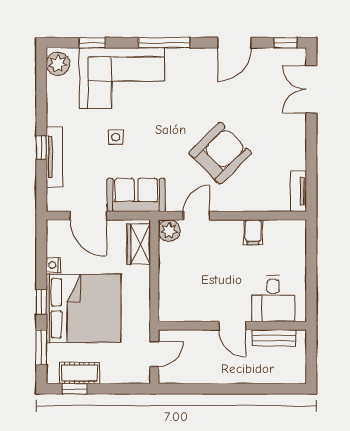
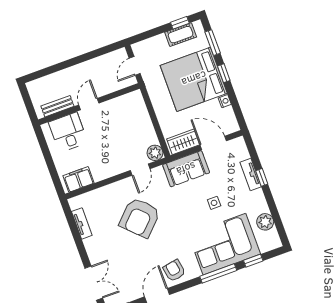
window: (164, 43) -> (218, 273), moved
plant: (58, 64) -> (265, 222), moved
armchair: (200, 68) -> (174, 271), added
tv unit: (54, 157) -> (251, 174), width x0.71
tv unit: (298, 191) -> (82, 223), moved
filing cabinet: (253, 232) -> (78, 179), moved, width x2.00
wardrobe: (139, 244) -> (183, 142), moved, turned -90
door: (232, 326) -> (89, 104), hinge flipped

